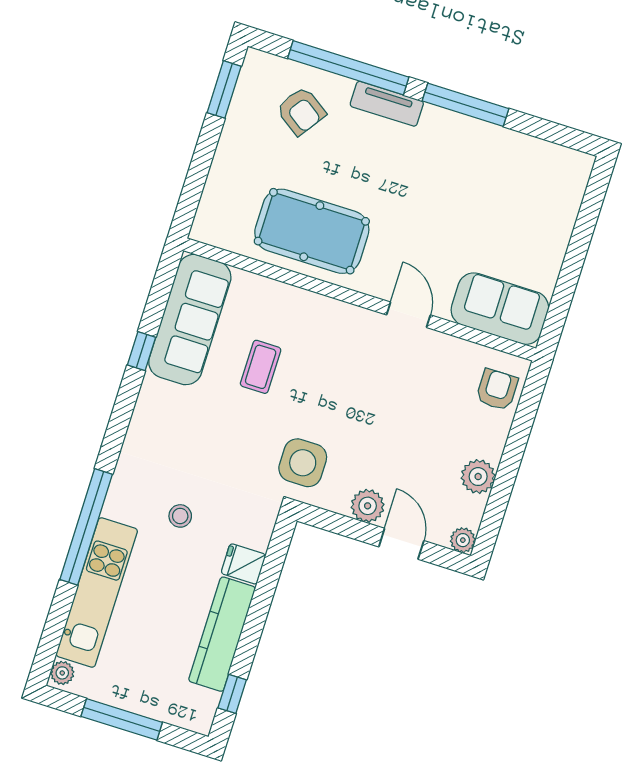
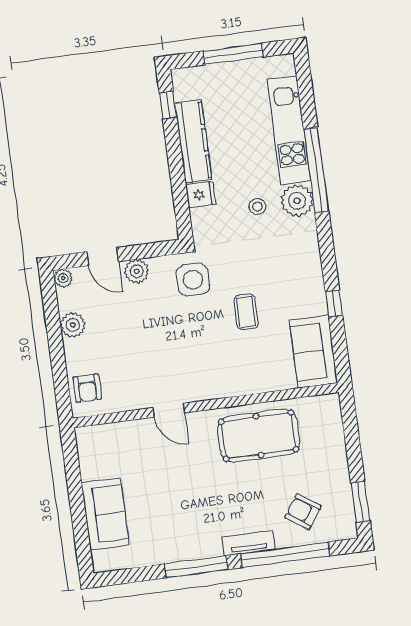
sofa: (500, 309) -> (105, 514), moved, turned -90
sofa: (190, 320) -> (313, 352), width x0.73
coffee table: (261, 367) -> (246, 312), moved
plant: (62, 673) -> (297, 201), moved, width x1.88, depth x1.88

